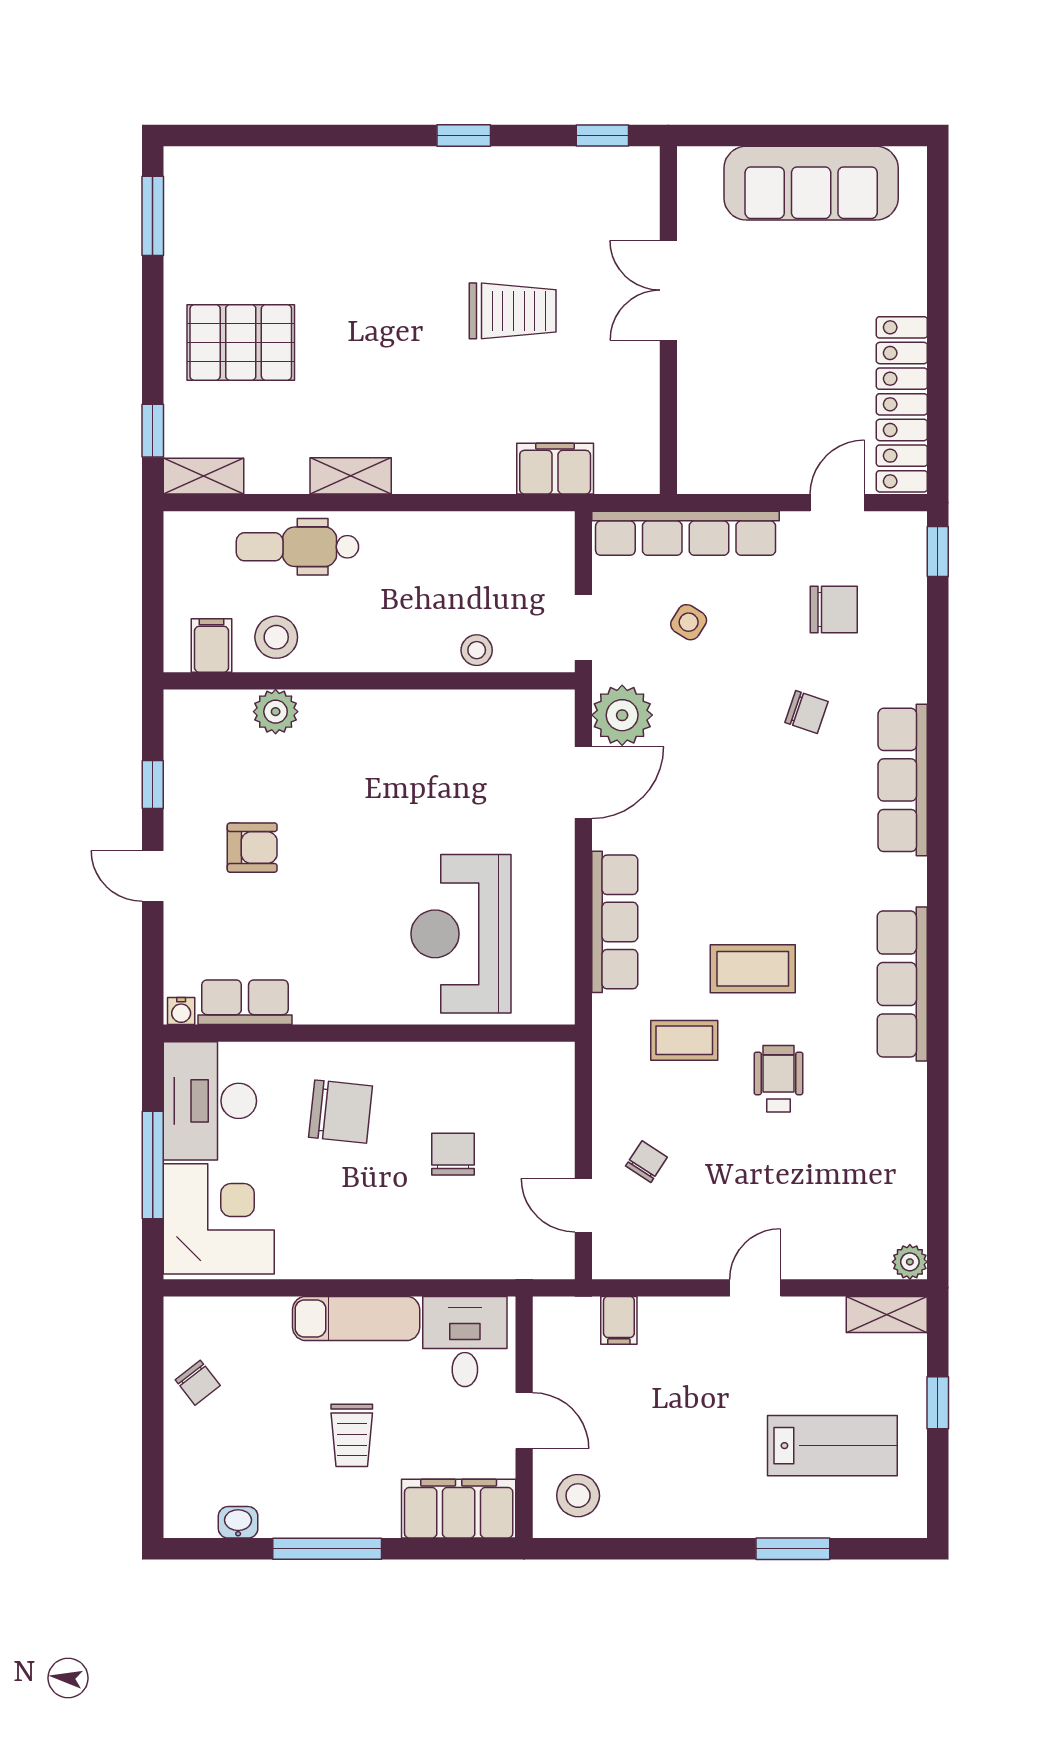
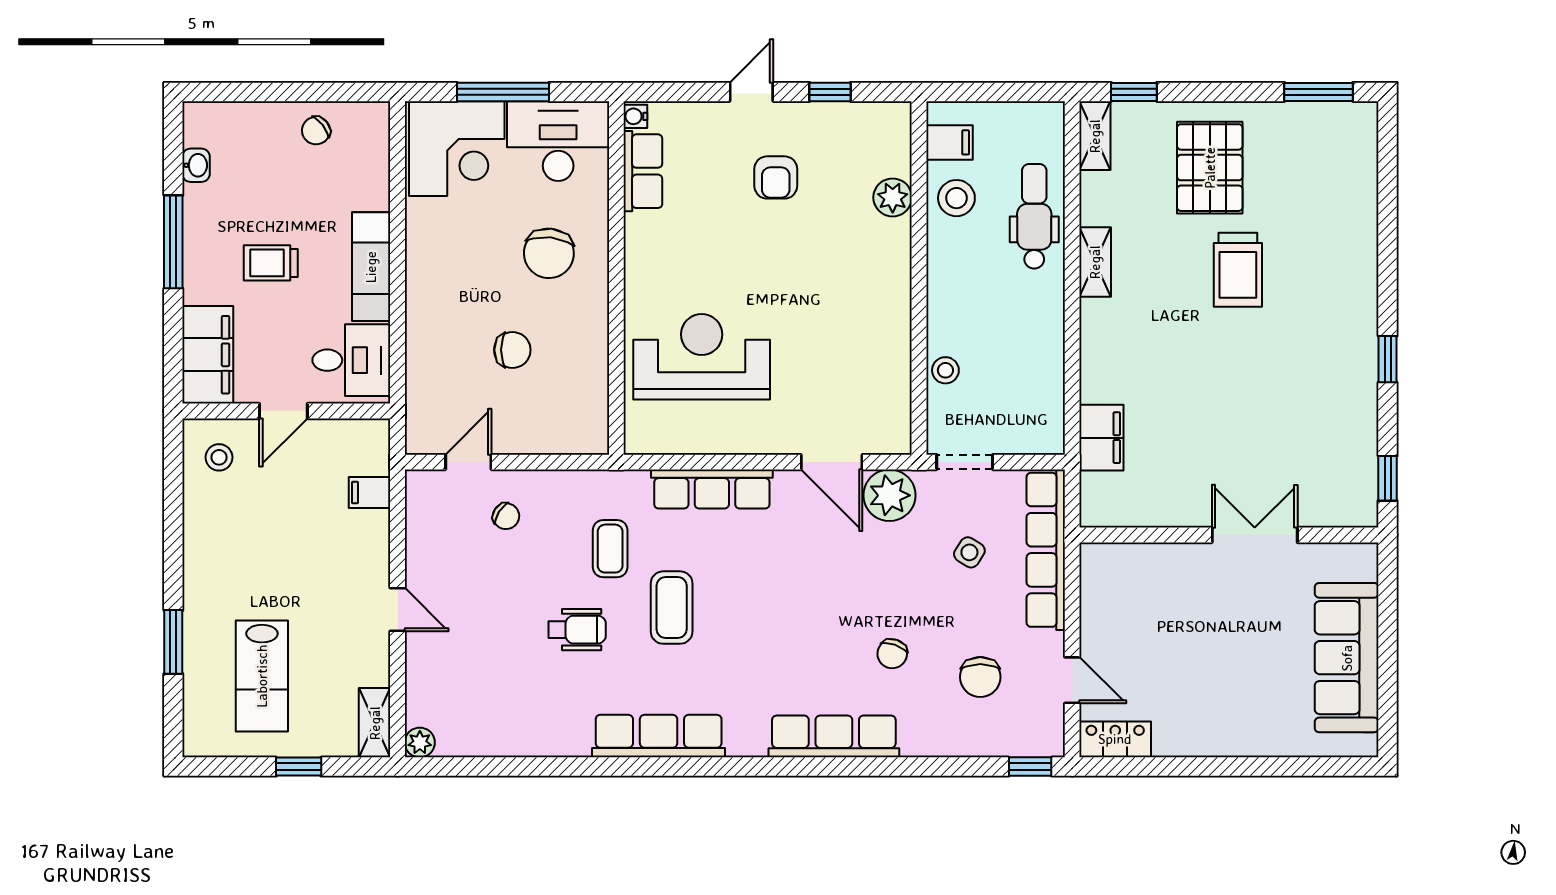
trolley: (513, 311) -> (1238, 270), moved
locker: (902, 404) -> (1115, 739), width x0.46, depth x0.83
stool: (578, 1496) -> (219, 457), width x0.73, depth x0.73

